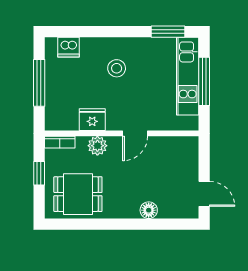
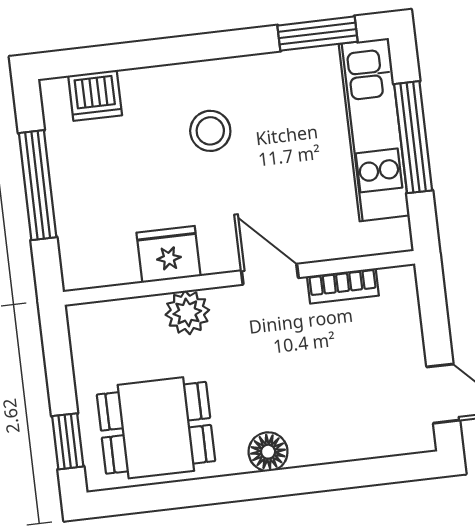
door: (135, 133) -> (270, 274), swing flipped
bookcase: (60, 142) -> (343, 286), moved
window: (39, 173) -> (68, 441), moved
floor lamp: (149, 210) -> (268, 452), moved

